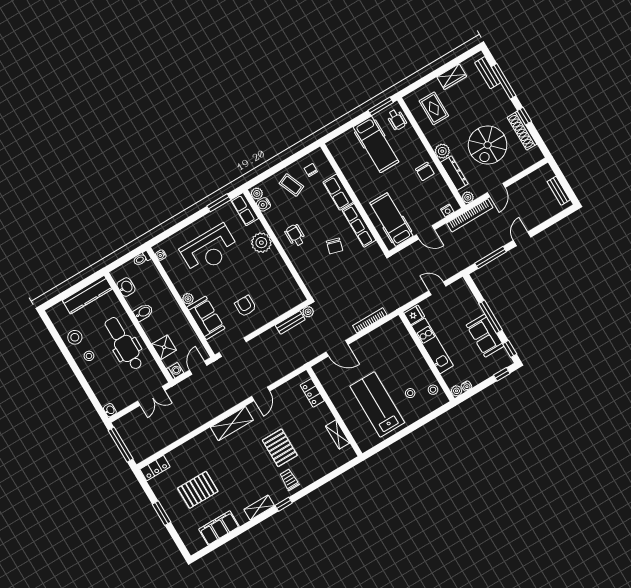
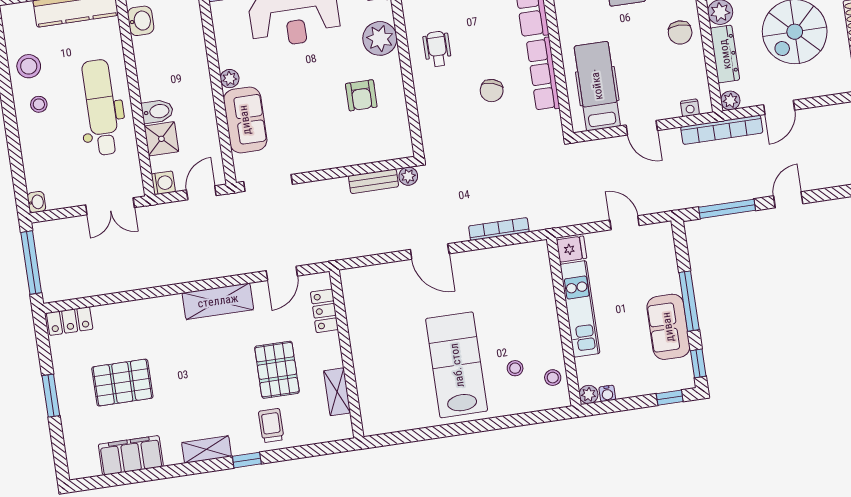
armchair: (245, 306) -> (361, 95), moved, turned 180
bidet: (143, 312) -> (157, 111), moved
locker: (312, 393) -> (324, 311), moved
wall: (334, 412) -> (347, 354), moved
shelving: (338, 434) -> (337, 392), moved

